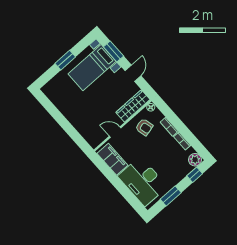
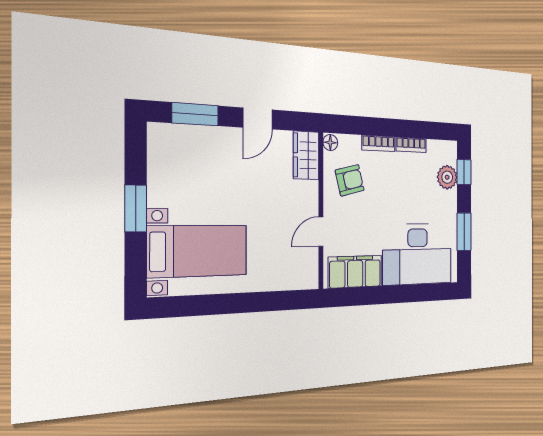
bed with nightstands: (92, 68) -> (198, 251), moved, turned -90
door: (133, 73) -> (258, 119), swing flipped
wardrobe: (133, 106) -> (306, 155), width x0.67
plant: (195, 160) -> (447, 177), moved

